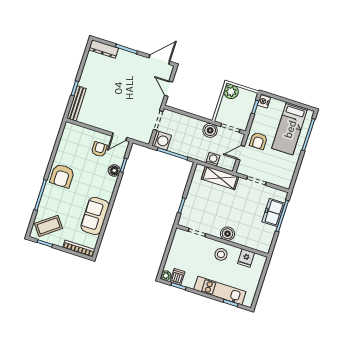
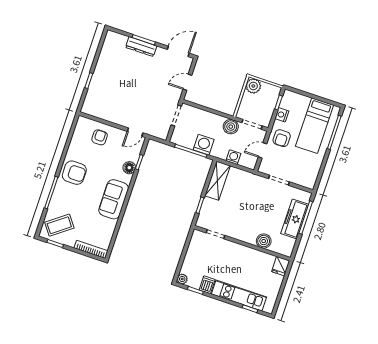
dresser: (104, 49) -> (141, 47), moved
door: (168, 89) -> (187, 82), hinge flipped
nightstand: (264, 101) -> (282, 115), moved
bench: (77, 103) -> (90, 96), removed
washing machine: (162, 140) -> (204, 145), moved, turned -90
armchair: (99, 149) -> (100, 137), moved
armchair: (62, 176) -> (74, 173), turned -90
shelving: (220, 178) -> (217, 181), moved, turned 90
freezer: (273, 212) -> (295, 219), width x1.40
sofa: (95, 216) -> (114, 199), moved
boiler: (227, 234) -> (264, 241), moved
stool: (221, 254) -> (241, 257), removed
fridge: (246, 258) -> (281, 266), moved
dishwasher: (177, 277) -> (207, 285), moved

